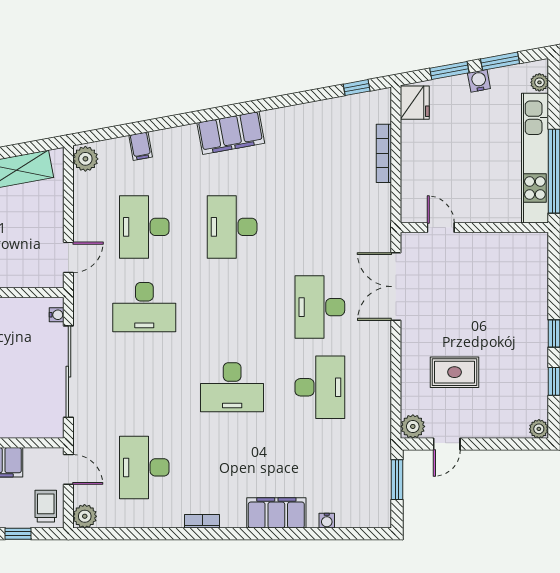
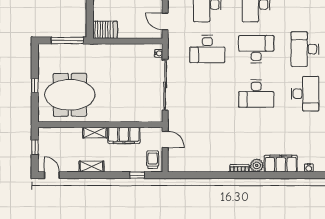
door: (68, 257) -> (165, 21), swing flipped
desk: (144, 467) -> (256, 49), moved, turned 90
plant: (85, 516) -> (257, 165), moved

